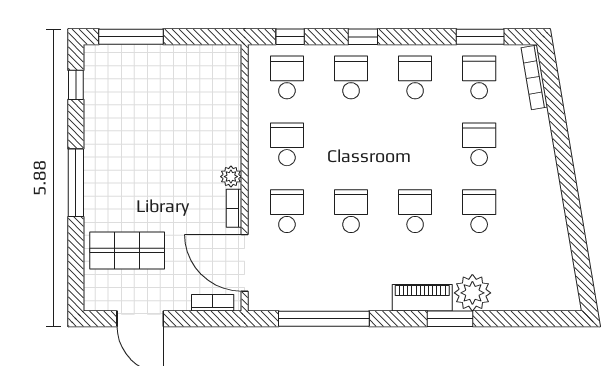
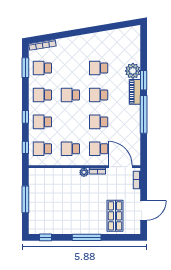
window: (131, 37) -> (25, 199), moved
school desk: (479, 144) -> (70, 95), moved
door: (245, 263) -> (120, 167), swing flipped
window: (324, 319) -> (144, 114), moved

